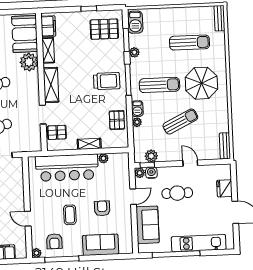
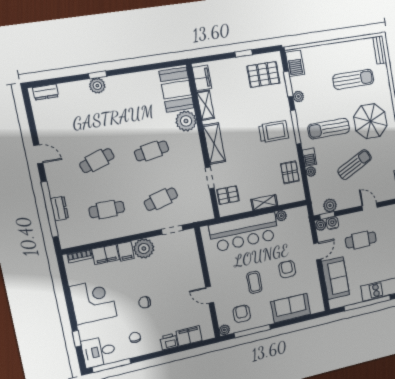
sun lounger: (159, 85) -> (329, 129), turned 180
armchair: (54, 241) -> (242, 314), turned 180

